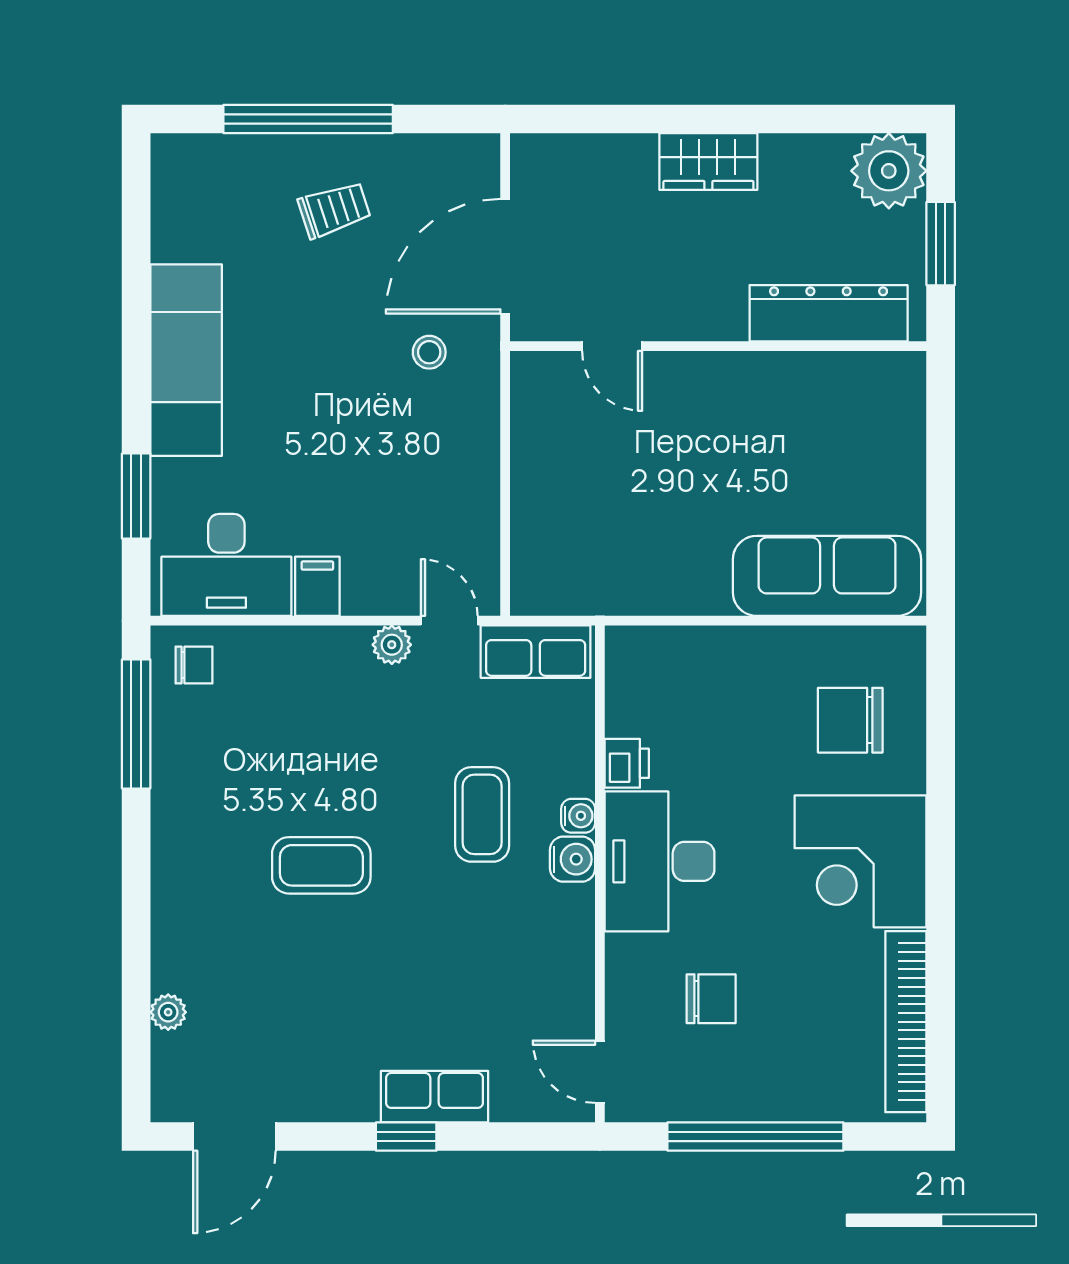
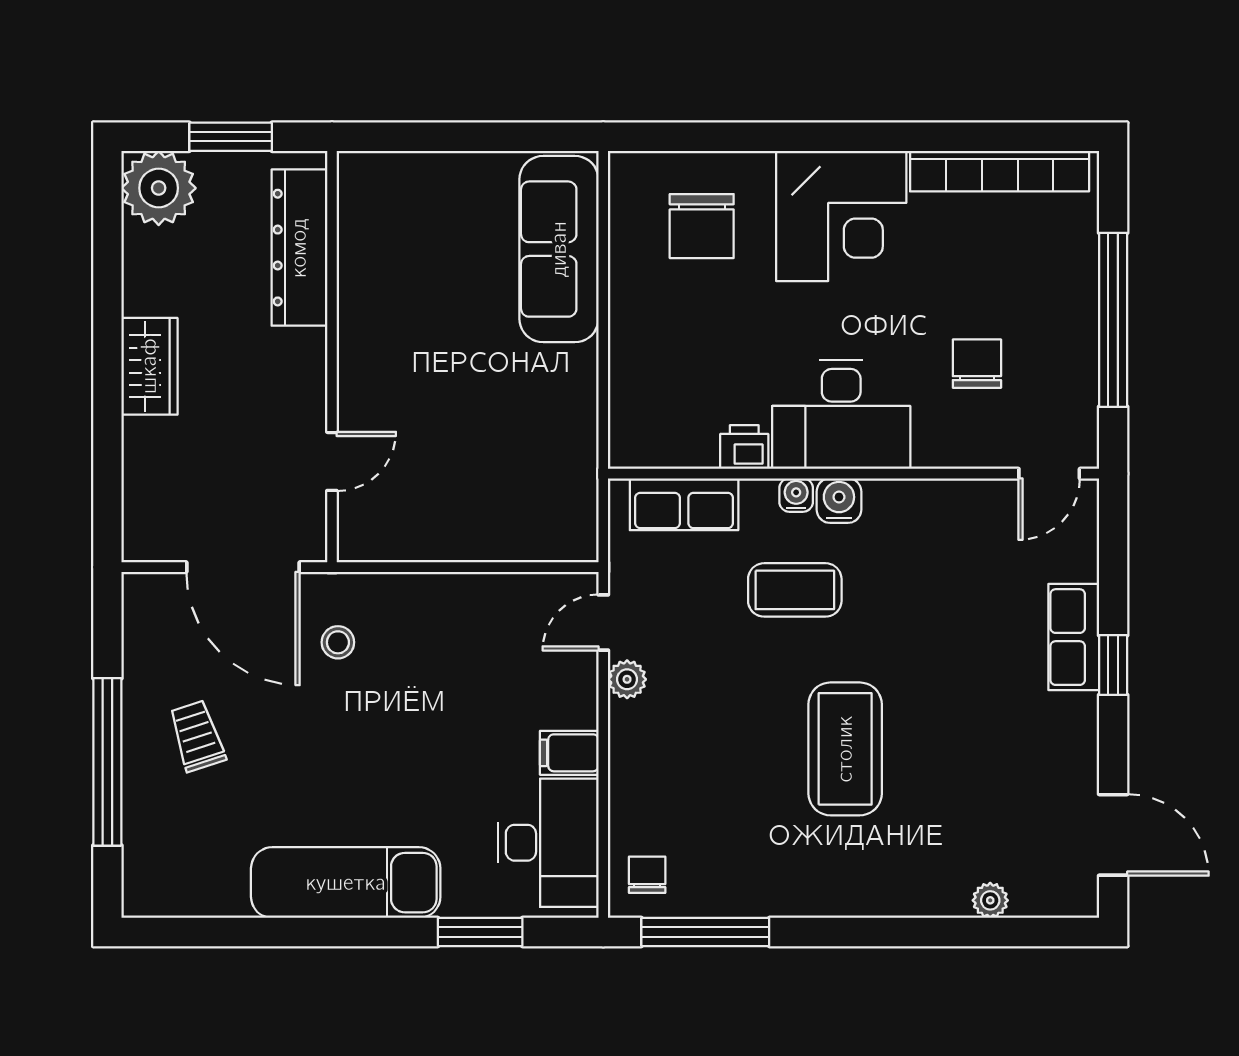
row of seats: (536, 652) -> (684, 504), moved, turned 90
coffee table: (321, 865) -> (845, 749), width x1.36, depth x1.32

